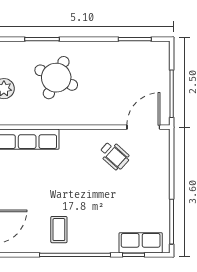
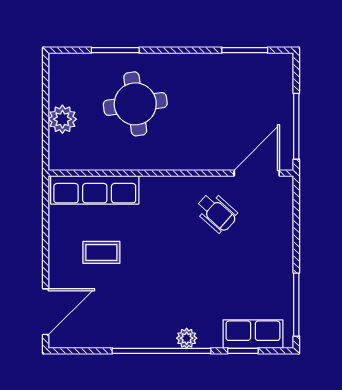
round table: (56, 78) -> (135, 104), turned -33
coffee table: (59, 230) -> (101, 252), moved, turned 90
plant: (93, 246) -> (187, 338), added

